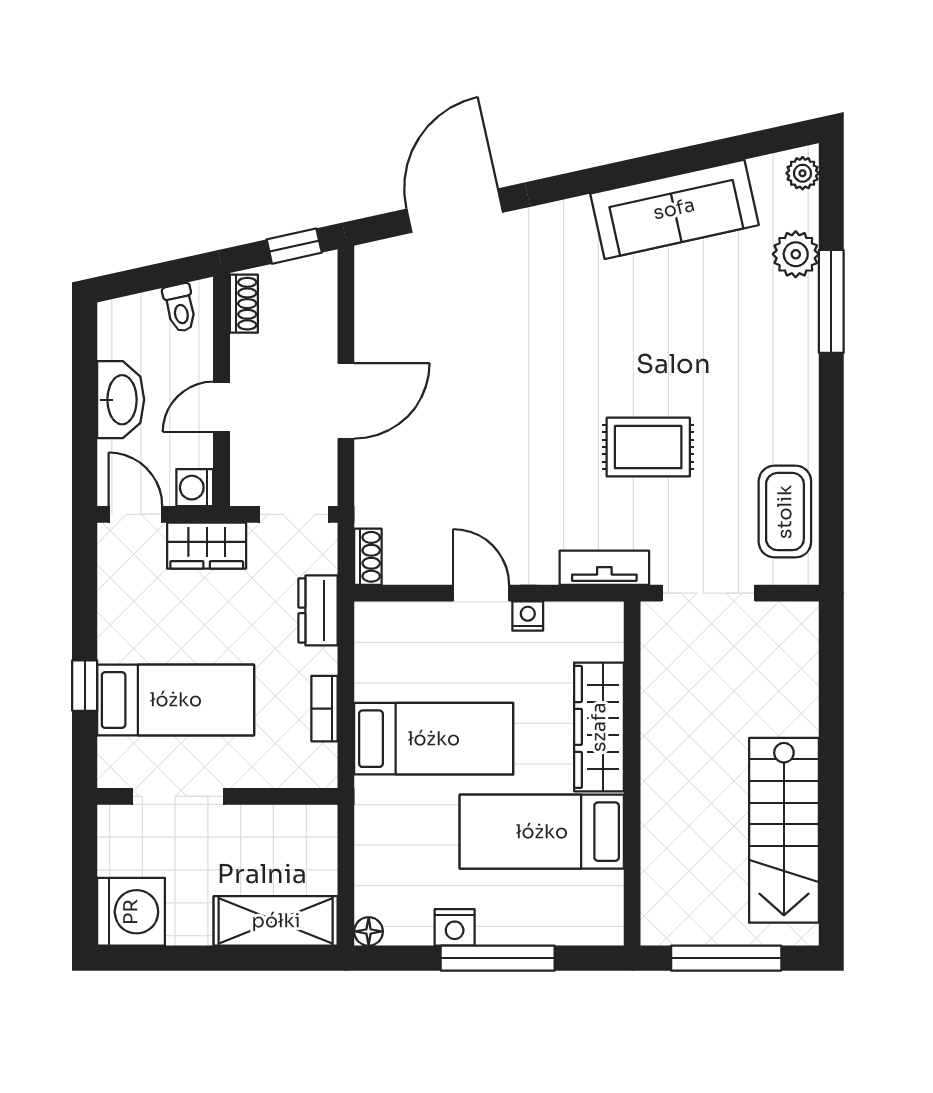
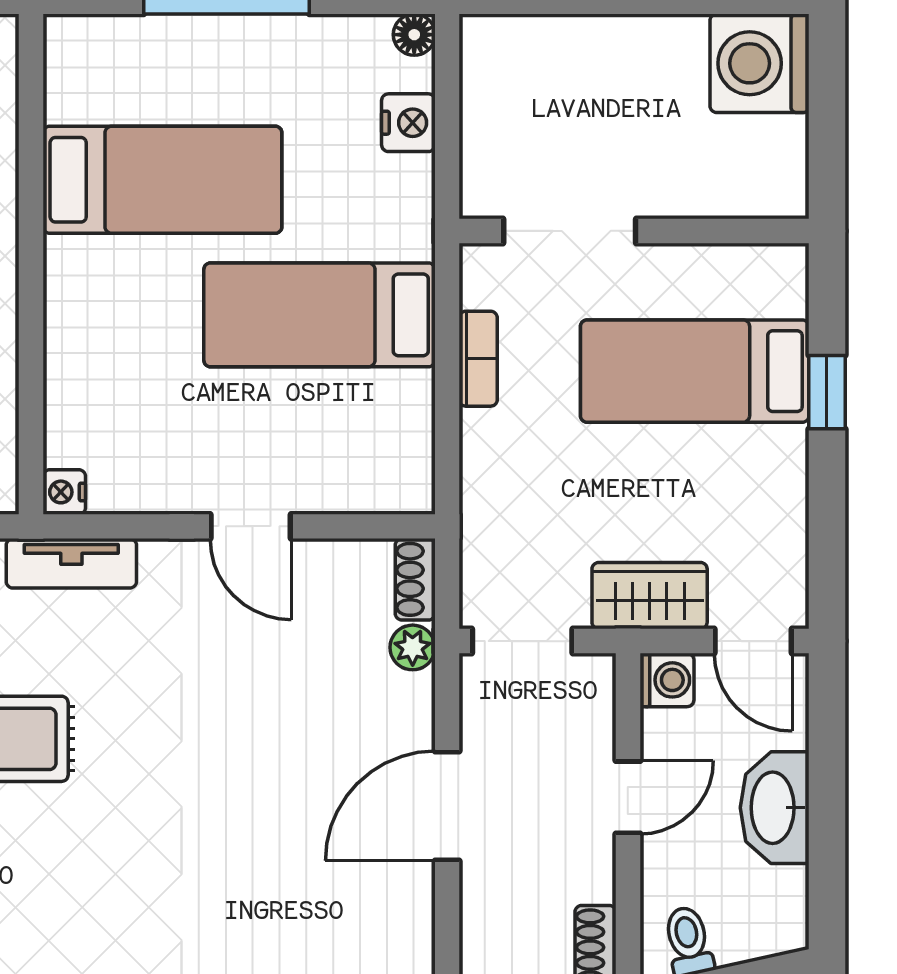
plant: (370, 510) -> (413, 647), added
dresser: (318, 610) -> (488, 501), removed
nightstand: (528, 616) -> (64, 492), moved, turned 90
wardrobe: (599, 727) -> (79, 332), removed
doorway: (178, 796) -> (570, 231), moved
shelving: (276, 921) -> (549, 50), removed
nightstand: (455, 927) -> (408, 123), moved, turned 90

